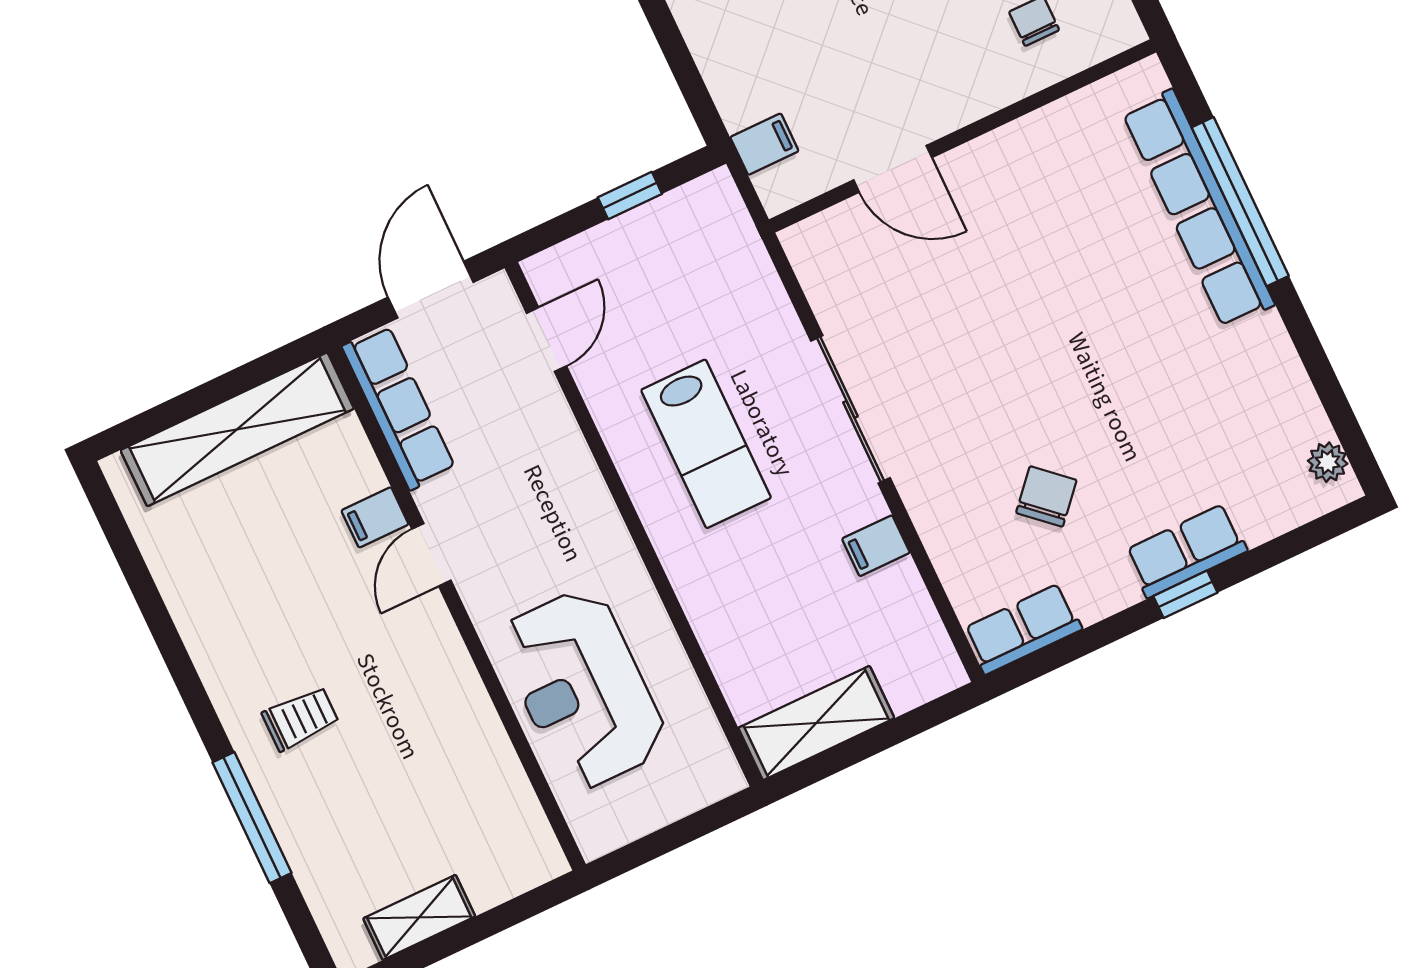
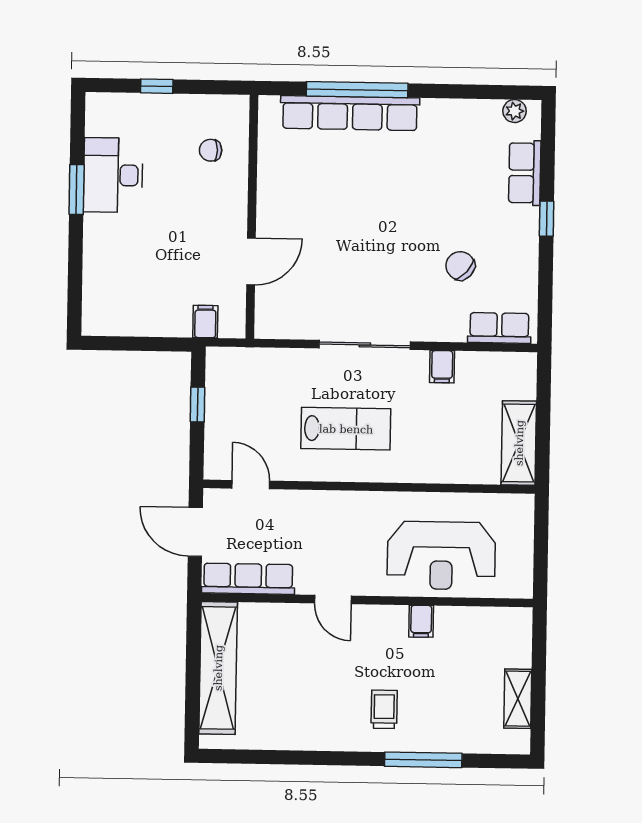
filing cabinet: (375, 517) -> (421, 621), moved
row of seats: (1186, 551) -> (525, 173), moved
row of seats: (1023, 629) -> (499, 328), moved, turned 90

